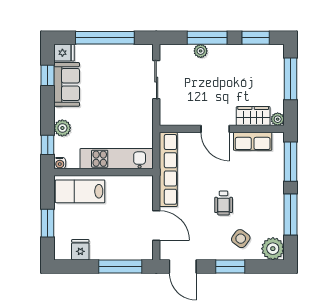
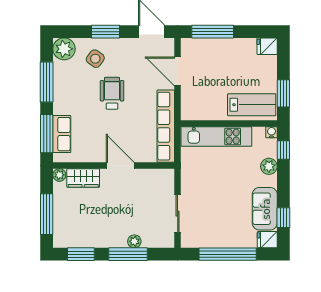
row of seats: (253, 141) -> (62, 134), moved, turned 90
wheelchair: (224, 203) -> (112, 93), width x1.36, depth x1.37
window: (48, 223) -> (283, 93), moved
fridge: (80, 250) -> (267, 46), moved, turned 90

